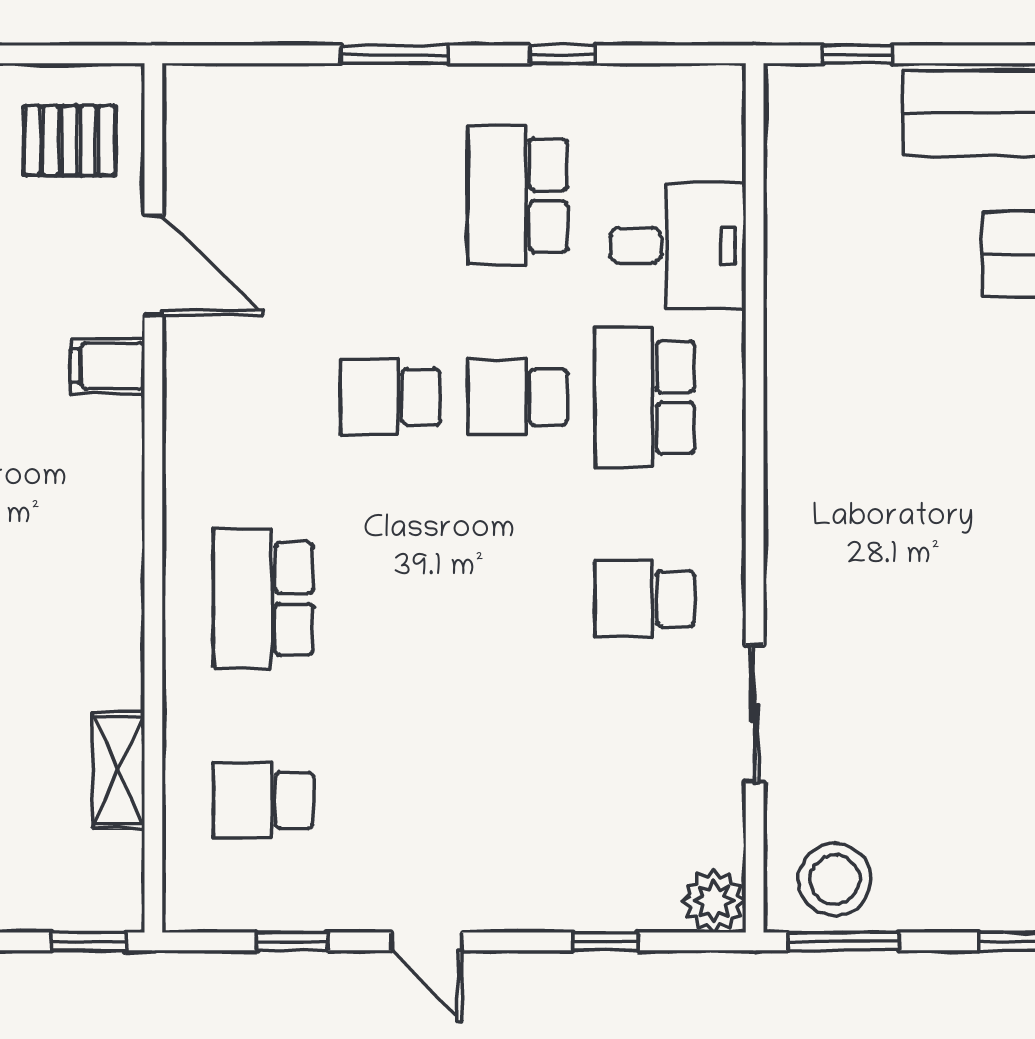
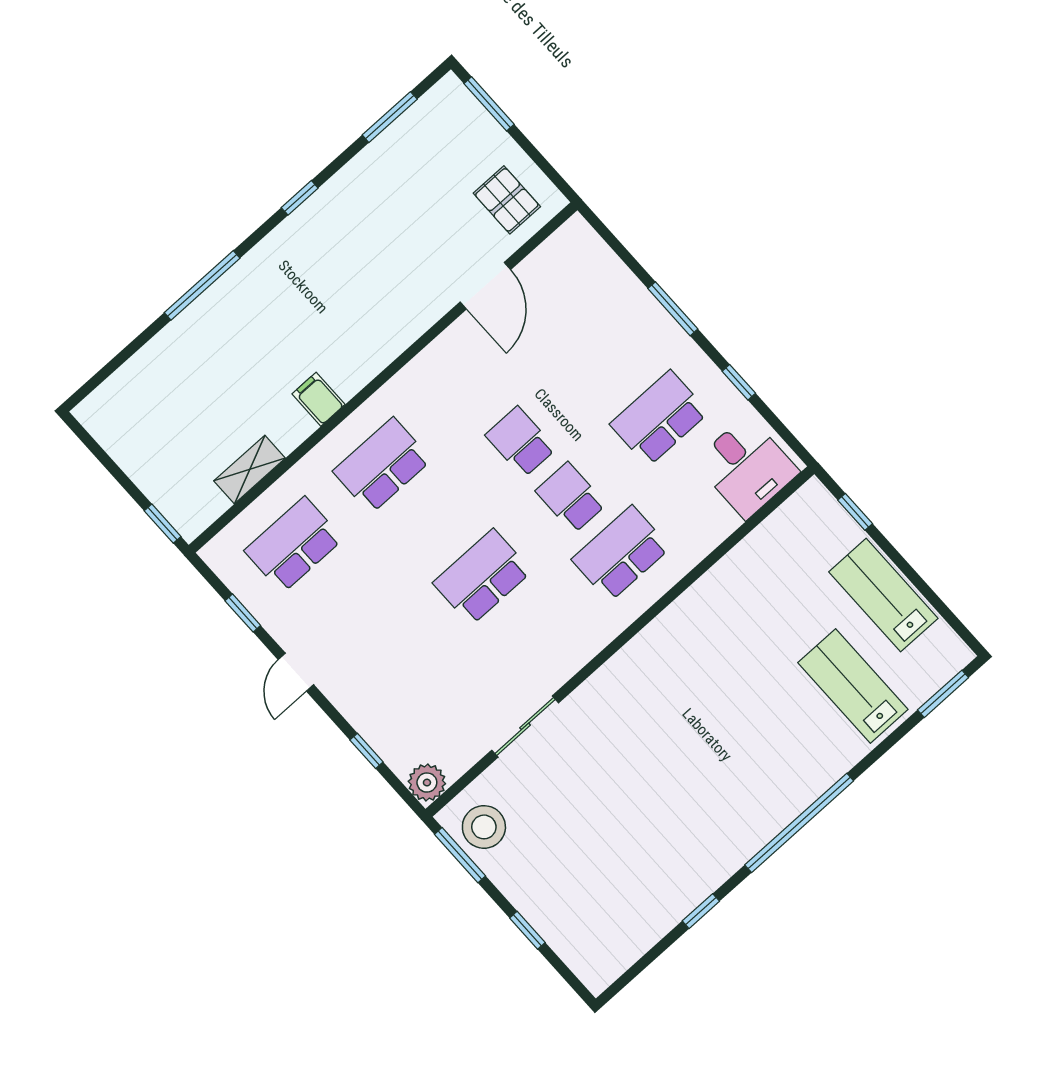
desk: (678, 245) -> (747, 467), moved
filing cabinet: (108, 366) -> (319, 399), moved
school desk: (645, 599) -> (482, 577), moved, width x1.85
school desk: (263, 800) -> (294, 545), width x1.85

